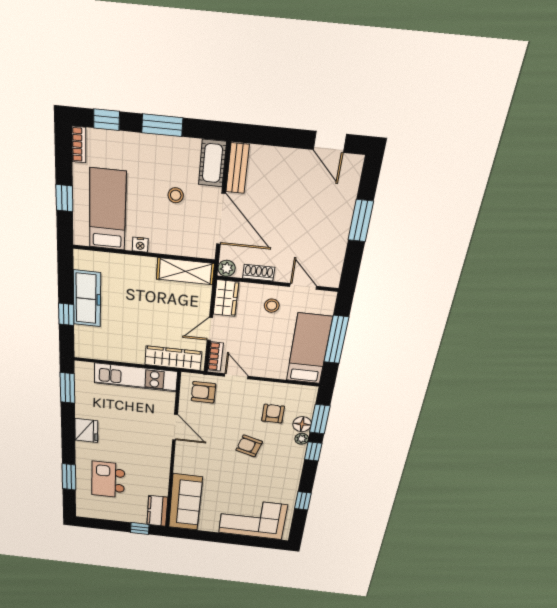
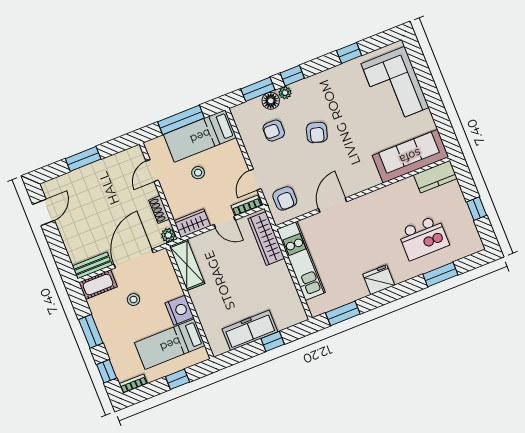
nightstand: (140, 245) -> (179, 310), width x1.89, depth x1.79
stool: (272, 306) -> (198, 173), moved
window: (140, 528) -> (477, 209), moved

